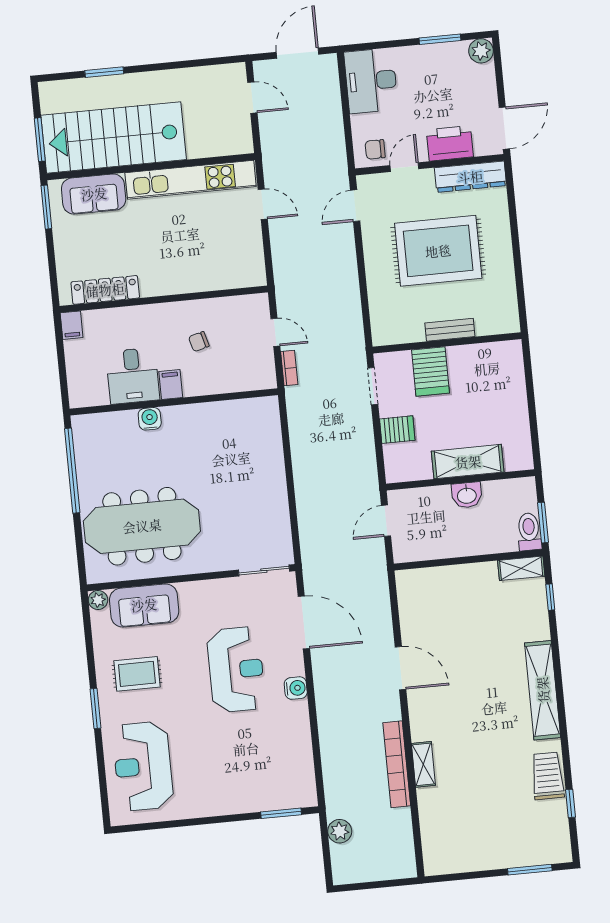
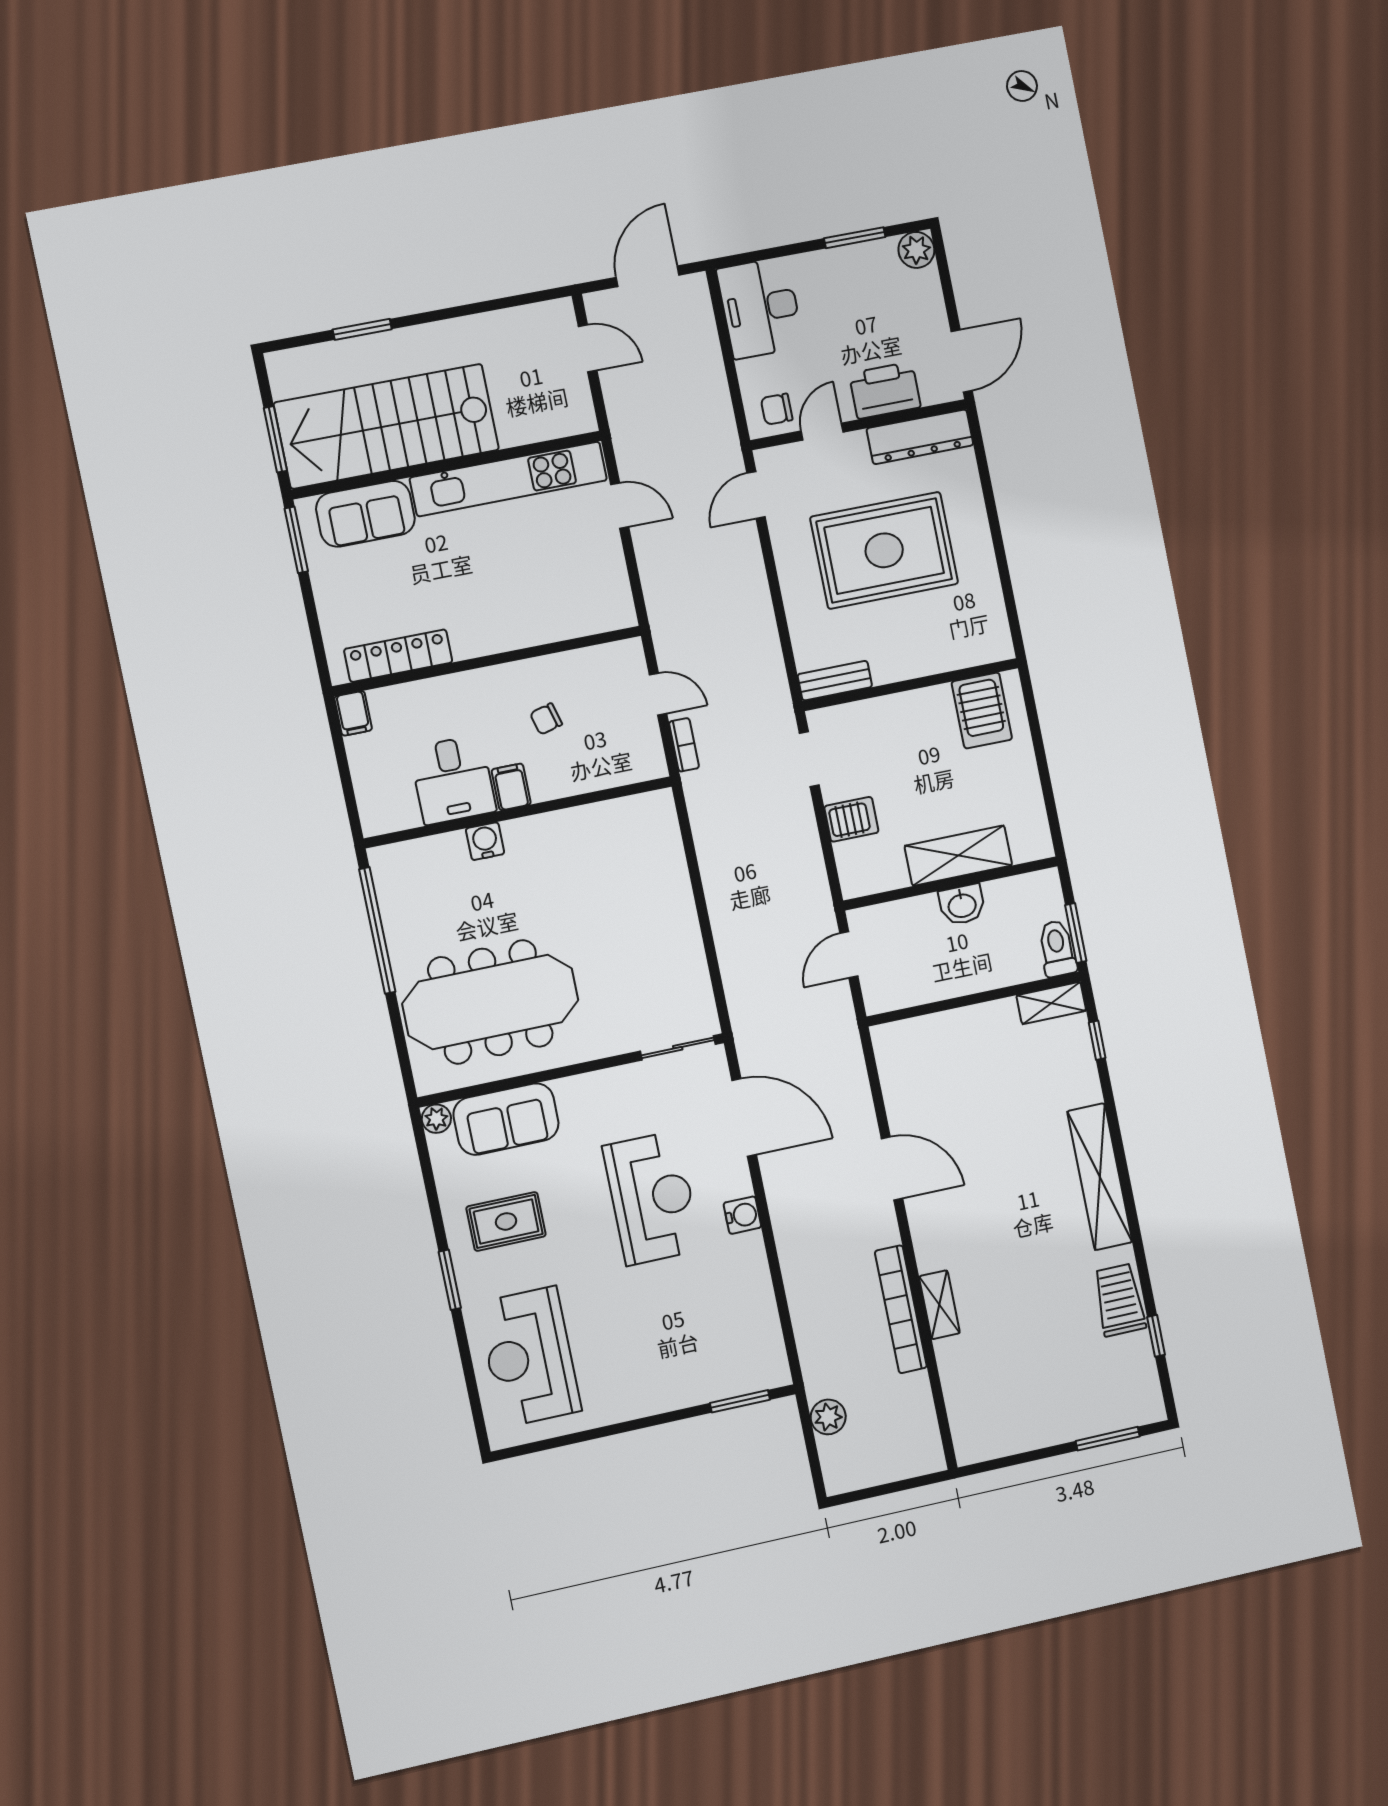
bench: (450, 330) -> (835, 681), moved
server rack: (431, 371) -> (982, 711), moved

